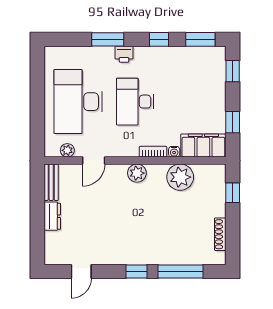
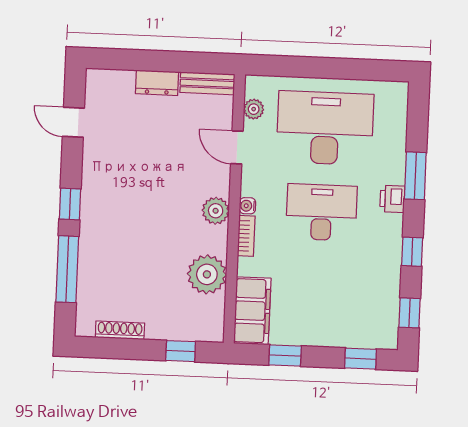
window: (200, 39) -> (410, 313), width x0.67
water cooler: (174, 152) -> (247, 206), moved

